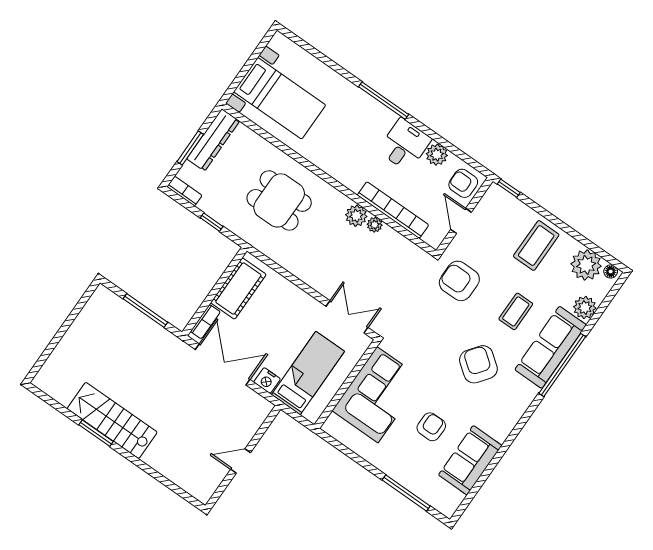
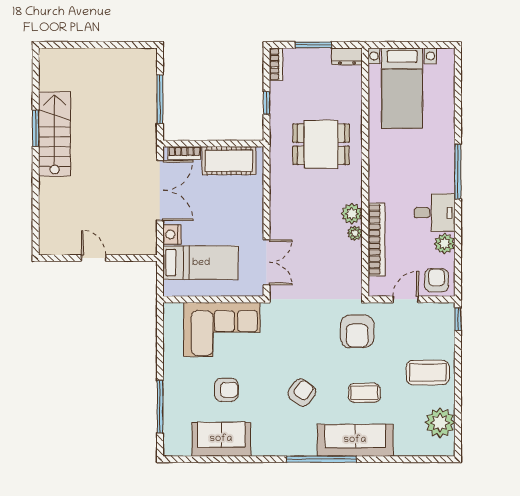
dresser: (213, 140) -> (347, 56), width x0.51, depth x0.80
dining table: (279, 200) -> (321, 144), turned 90
floor lamp: (611, 271) -> (448, 446), removed
armchair: (459, 281) -> (357, 331), turned 180
plant: (585, 307) -> (406, 445), removed
armchair: (478, 364) -> (302, 393), width x0.72, depth x0.72
window: (562, 365) -> (322, 459), moved

